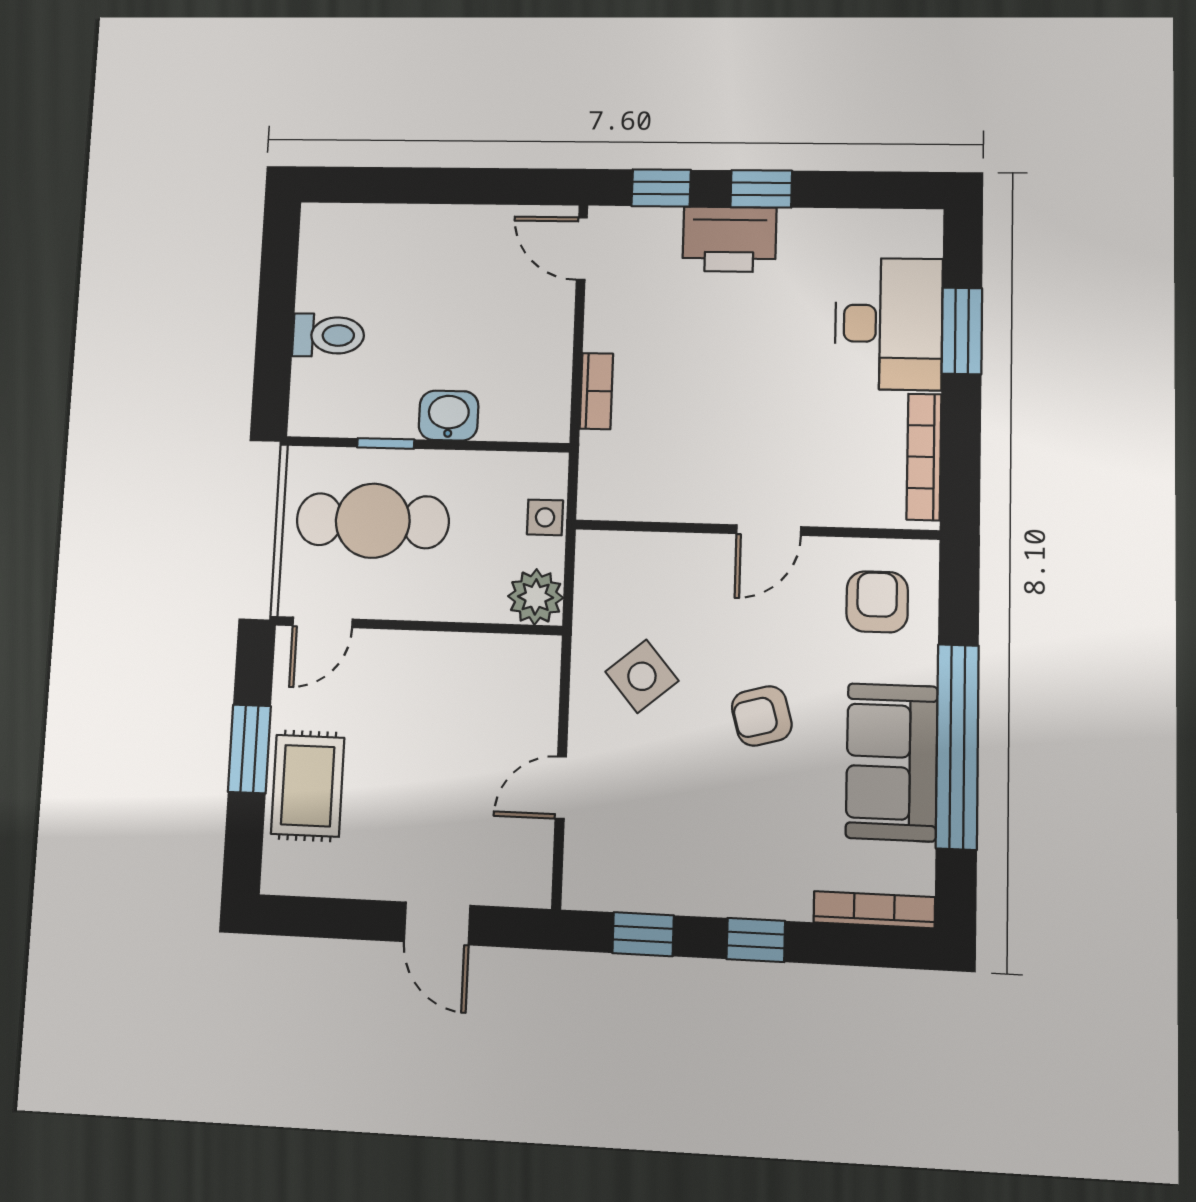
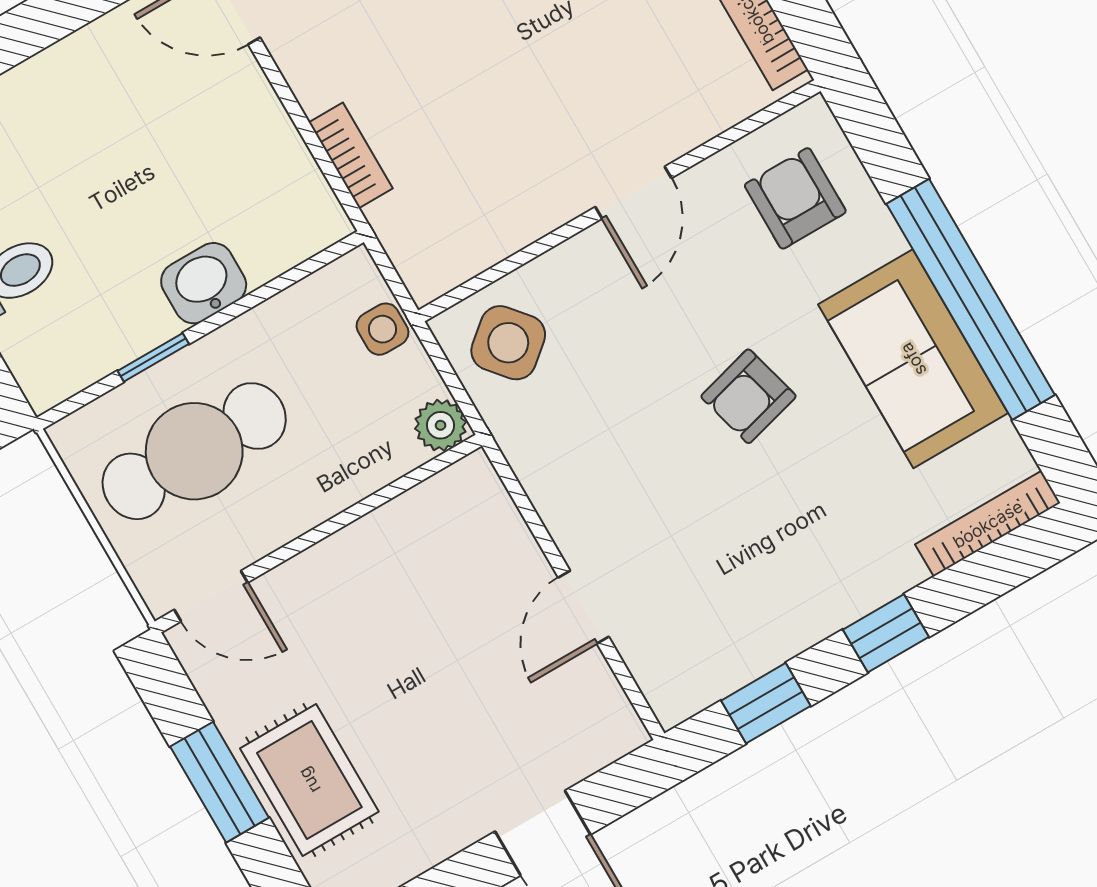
plant: (536, 597) -> (441, 425), width x0.73, depth x0.73
door: (323, 622) -> (211, 596), hinge flipped
side table: (642, 676) -> (508, 343), moved

